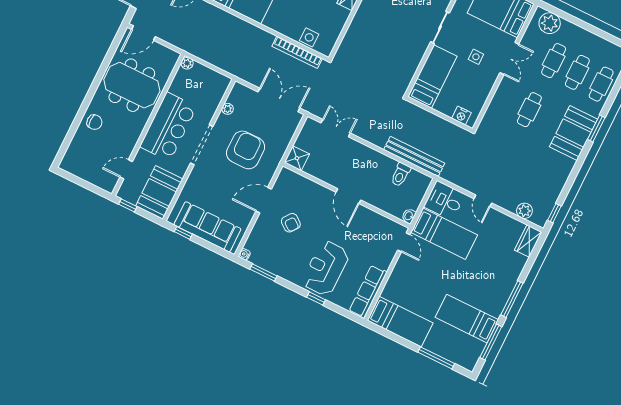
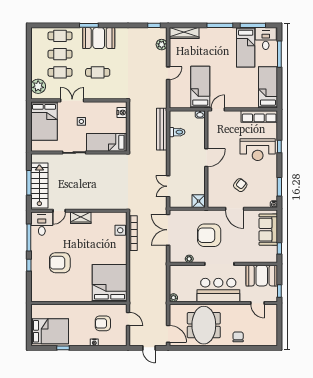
desk: (444, 200) -> (266, 38), moved, turned 180
sofa: (207, 227) -> (268, 230), width x0.73
wardrobe: (528, 241) -> (184, 33), width x1.50

